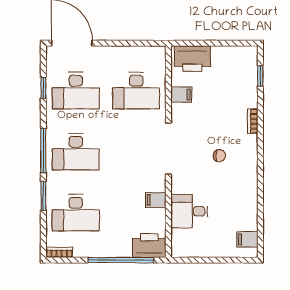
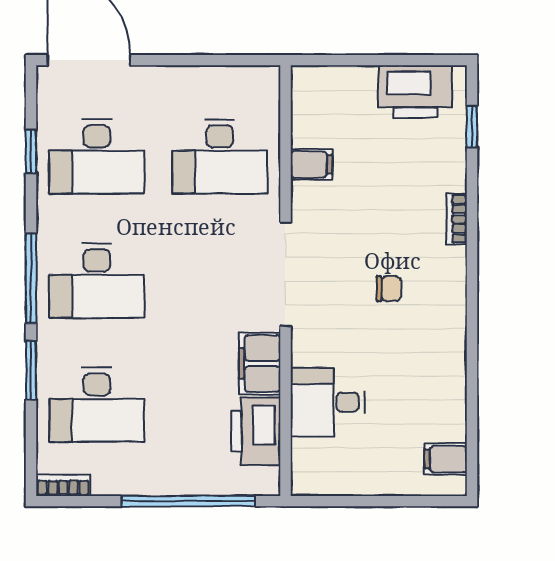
printer: (192, 59) -> (415, 92), moved
filing cabinet: (156, 200) -> (260, 363), width x2.00
printer: (149, 246) -> (256, 431), moved, turned -90

